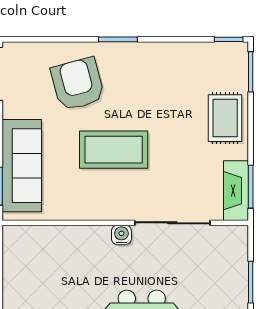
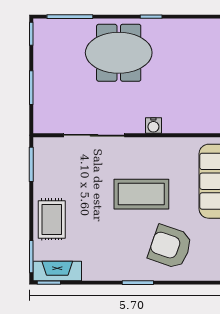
armchair: (78, 84) -> (170, 247), turned 124
fireplace: (236, 191) -> (57, 271), moved, turned -90
water cooler: (121, 235) -> (153, 126), moved

